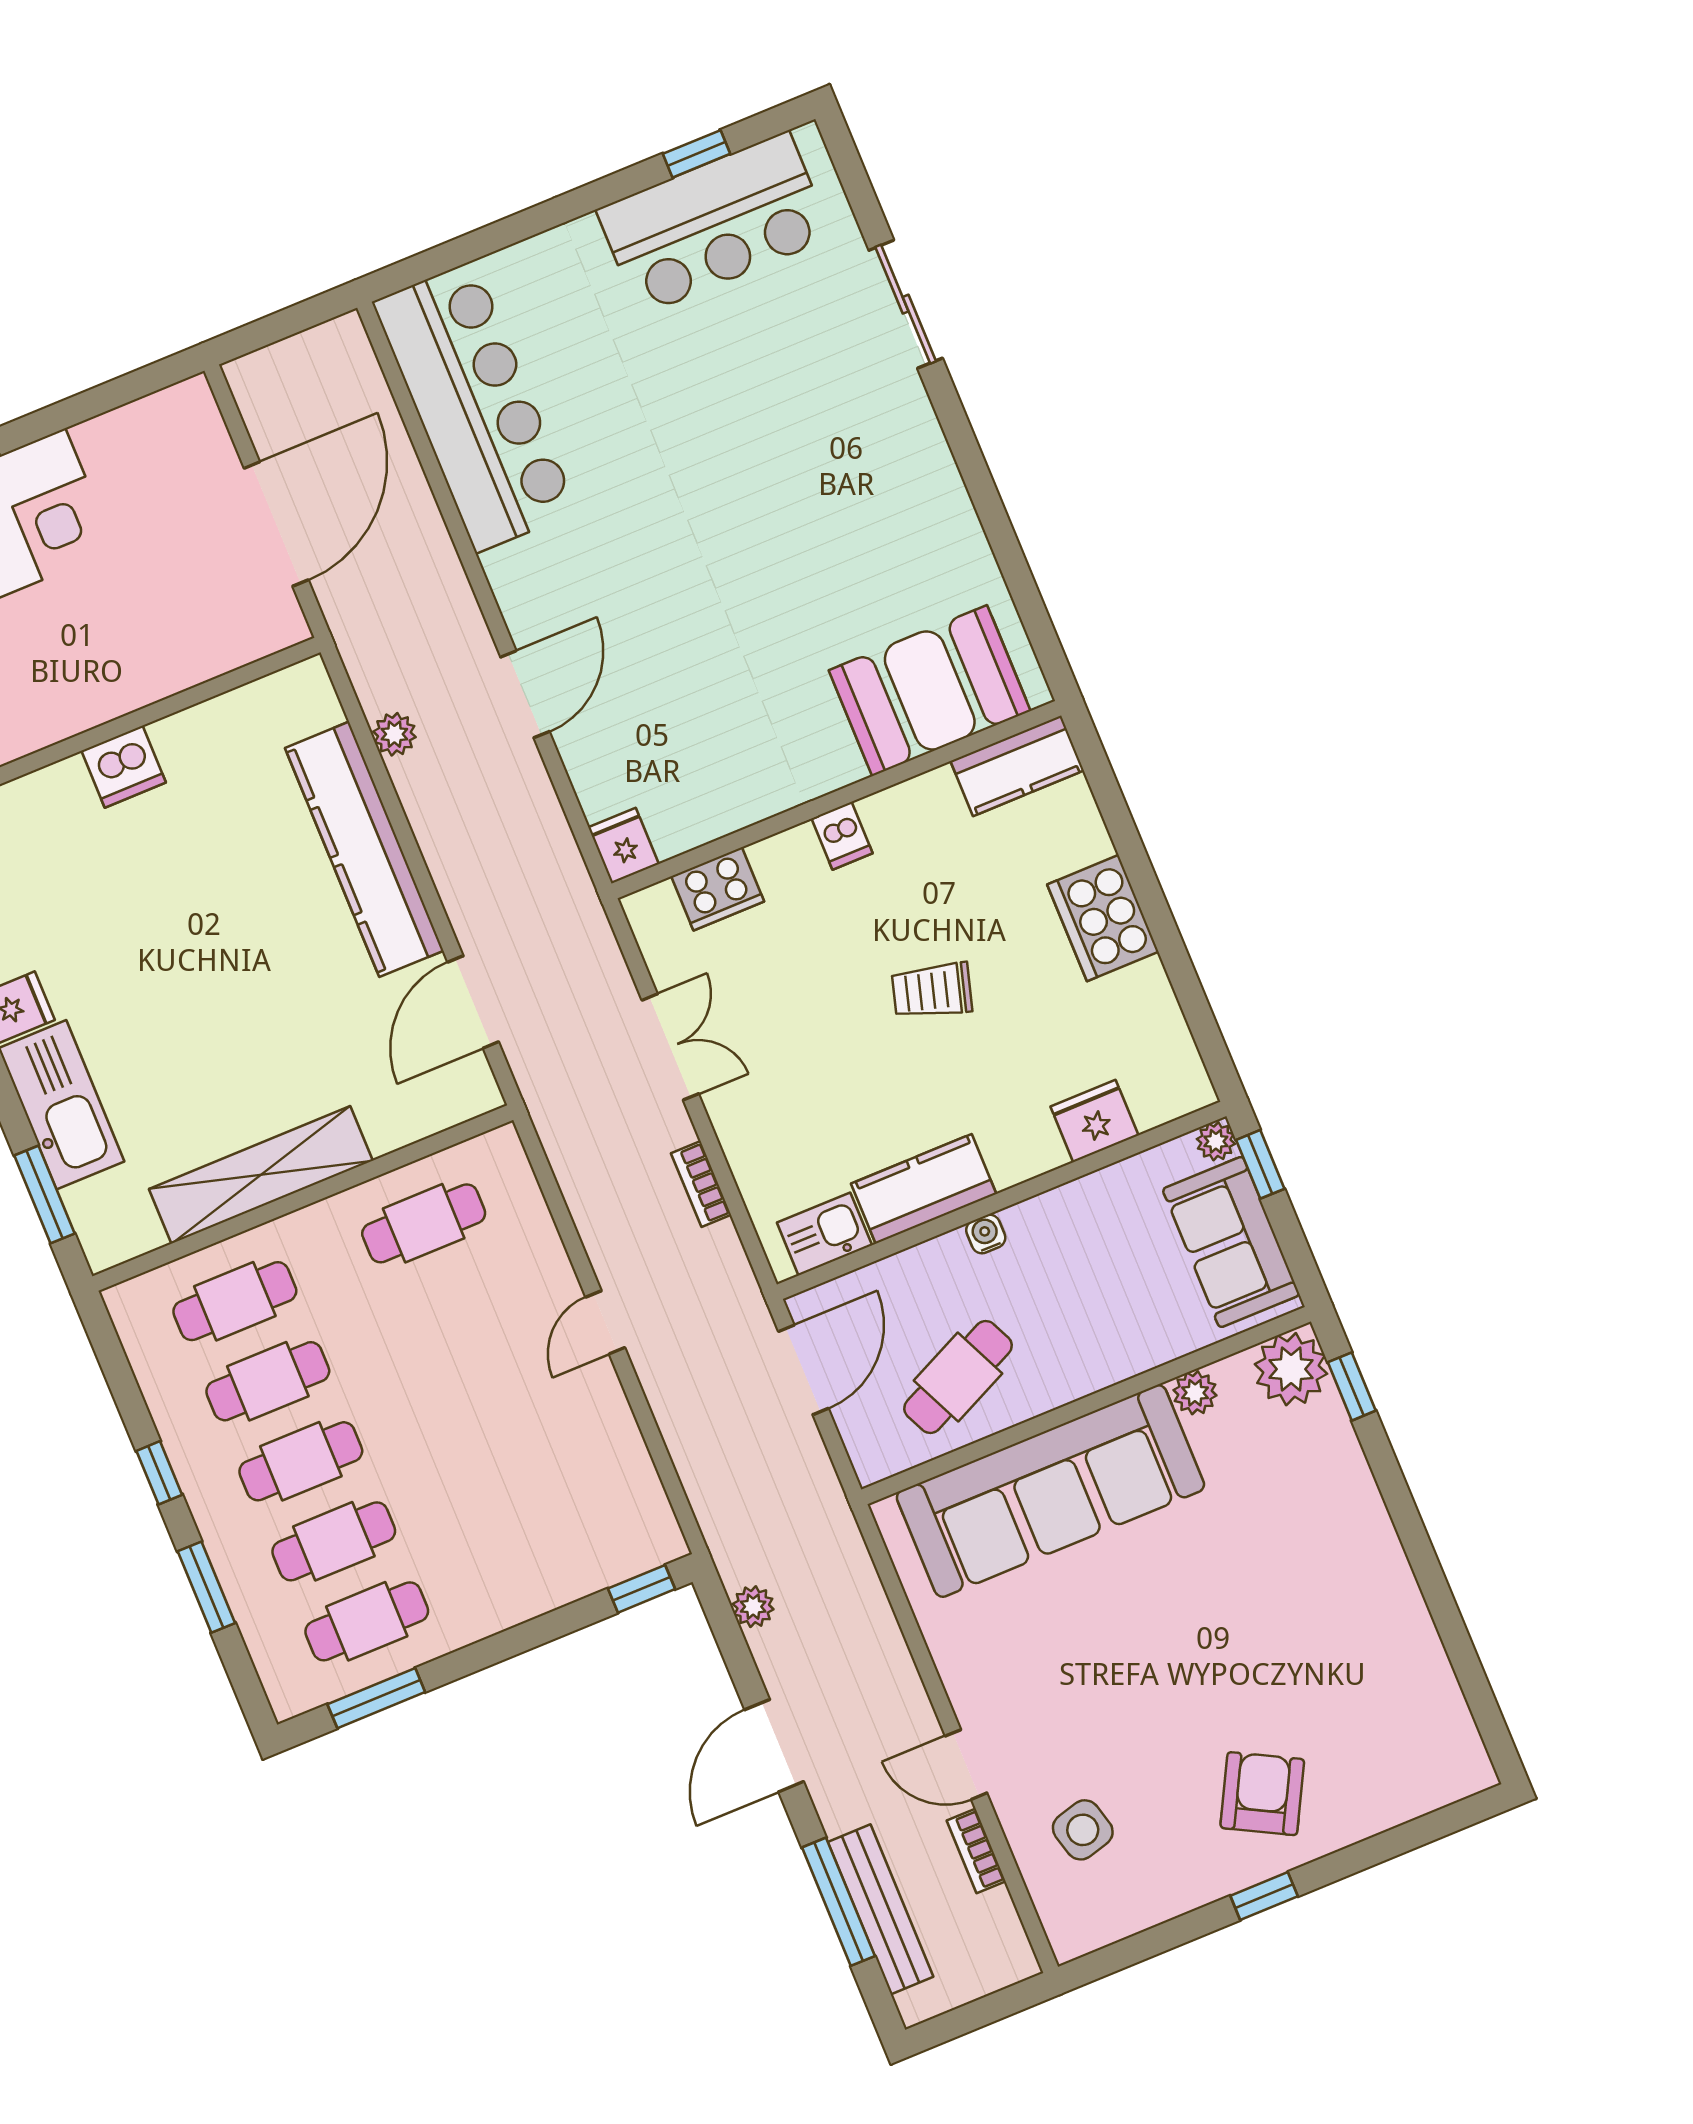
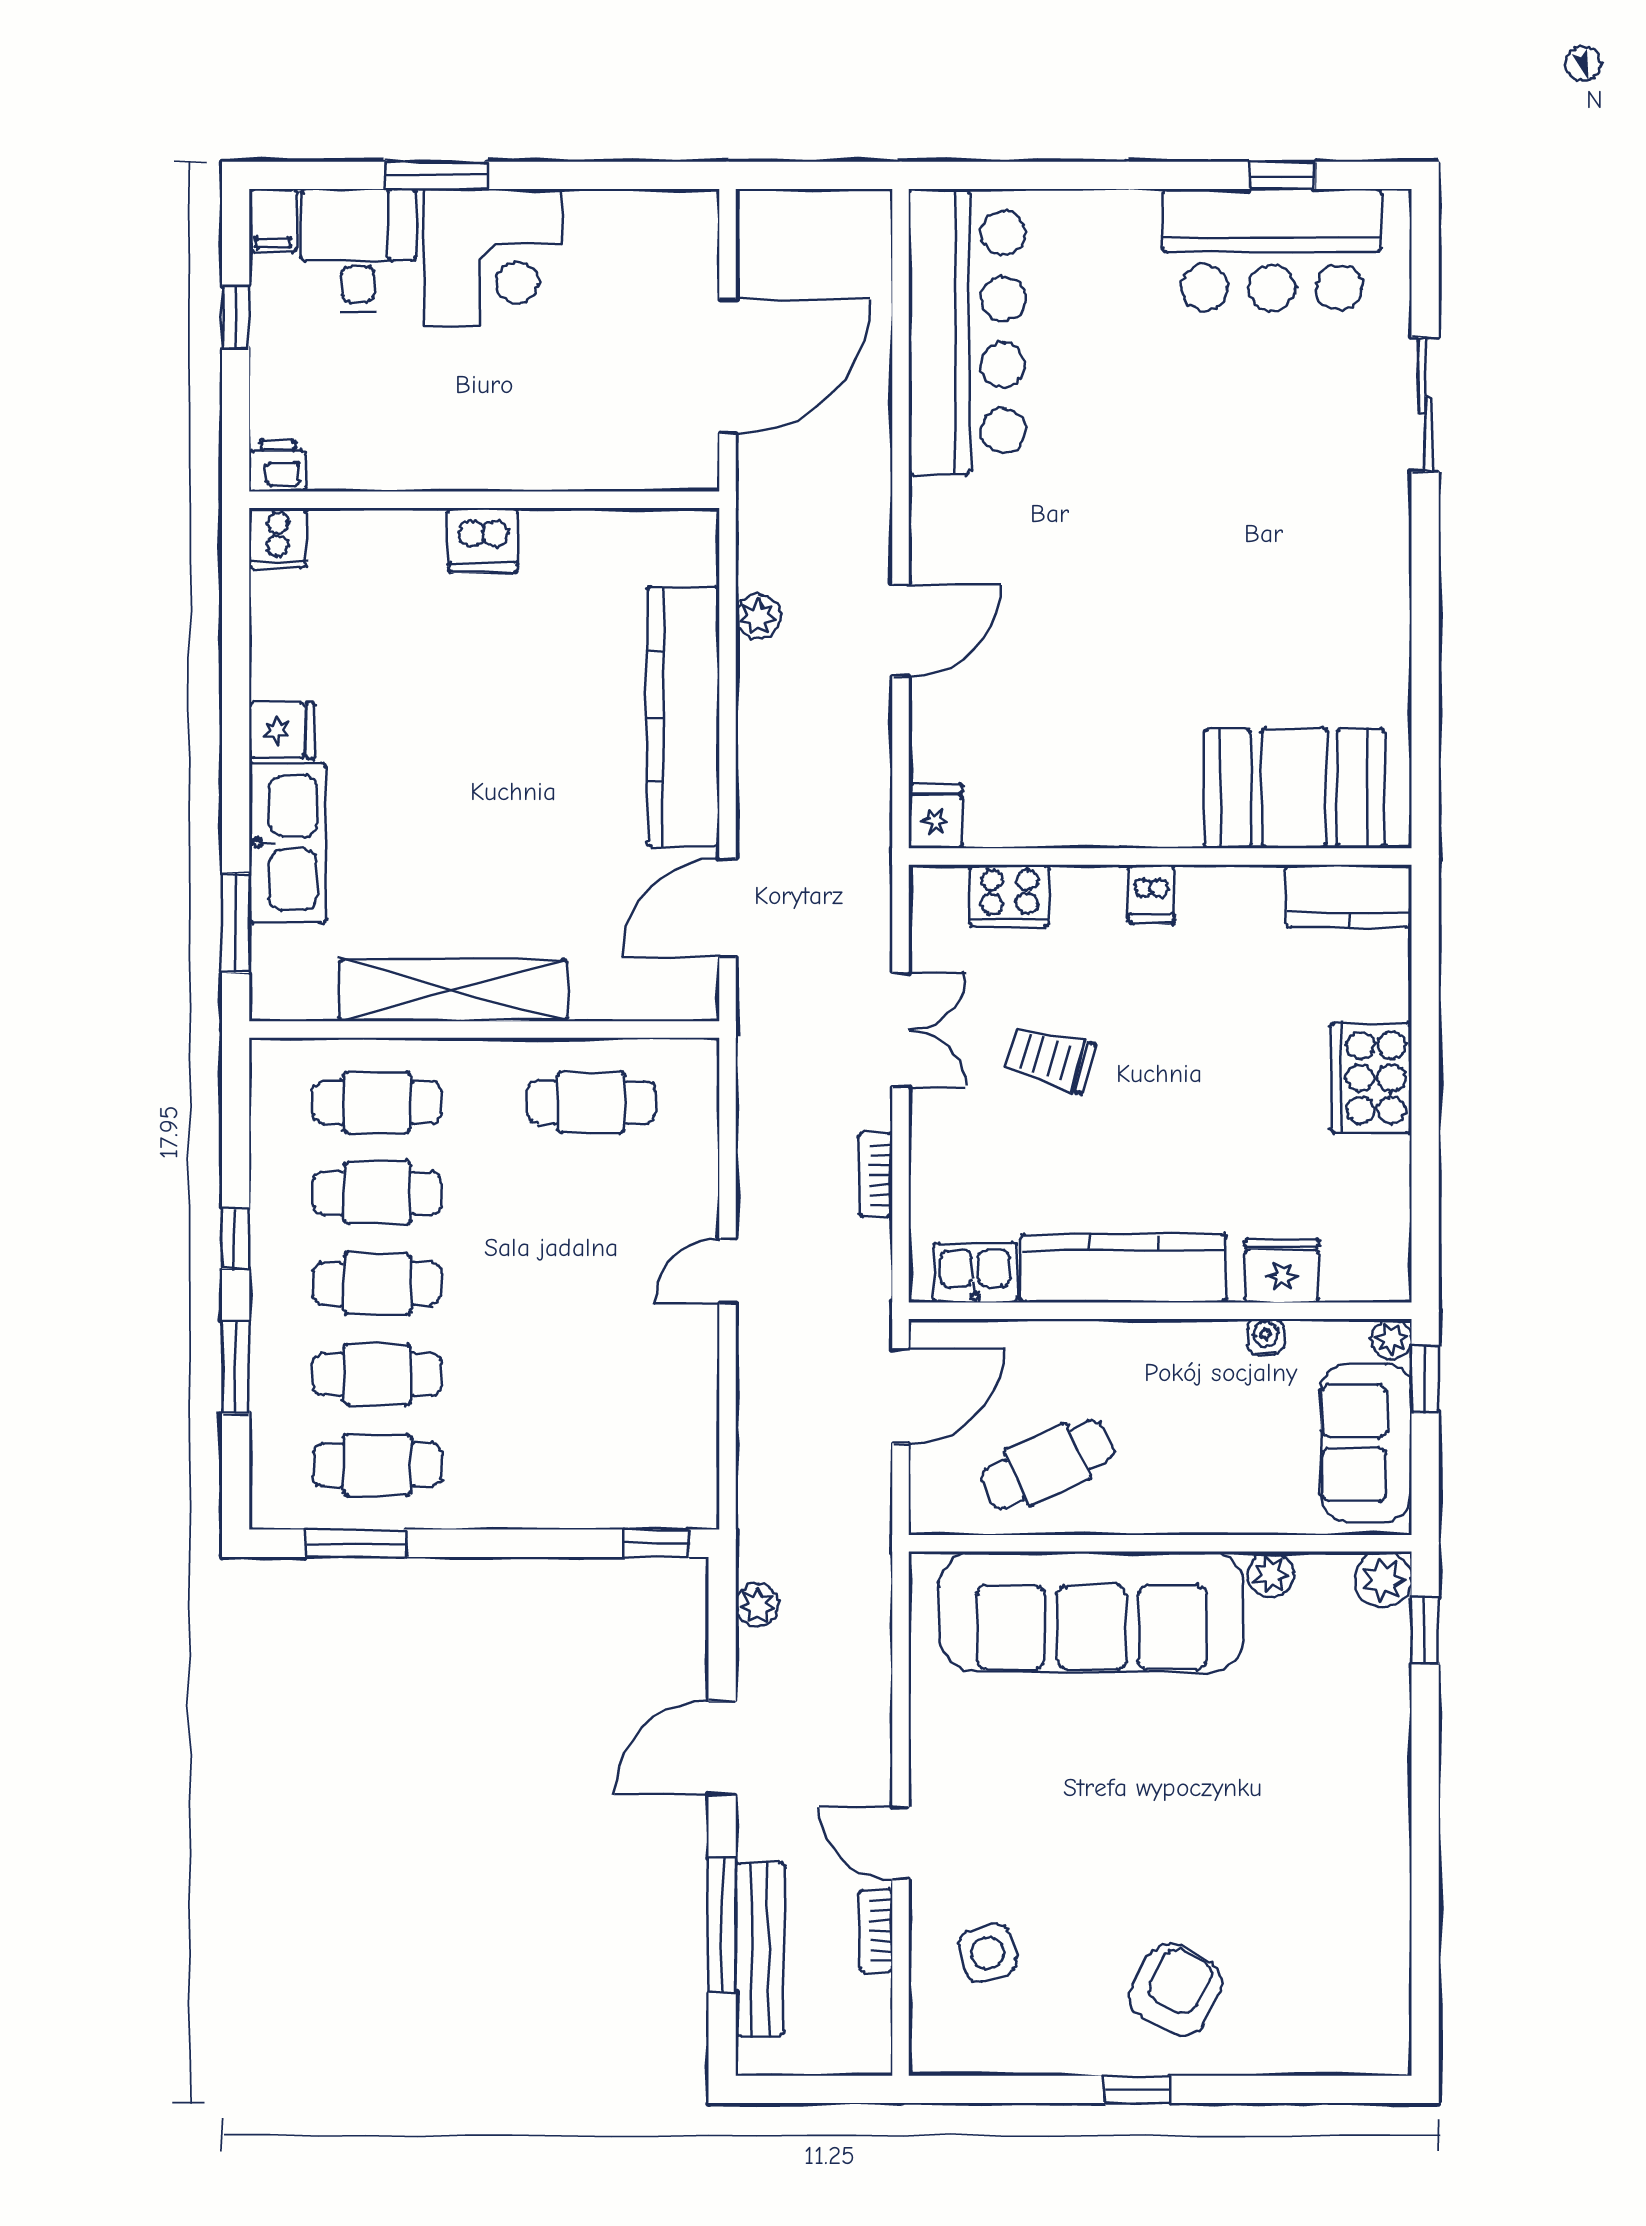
trolley: (932, 991) -> (1050, 1058), moved
kitchen counter: (924, 1189) -> (1124, 1268), width x1.50
water cooler: (986, 1234) -> (1266, 1337), moved
plant: (1291, 1369) -> (1383, 1579), width x0.73, depth x0.73

